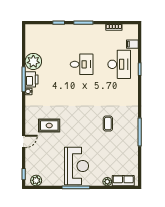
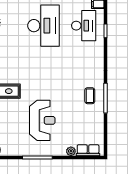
desk: (82, 64) -> (43, 26), width x1.87, depth x1.30
coffee table: (108, 124) -> (90, 96), moved
reception desk: (77, 166) -> (42, 120), moved

